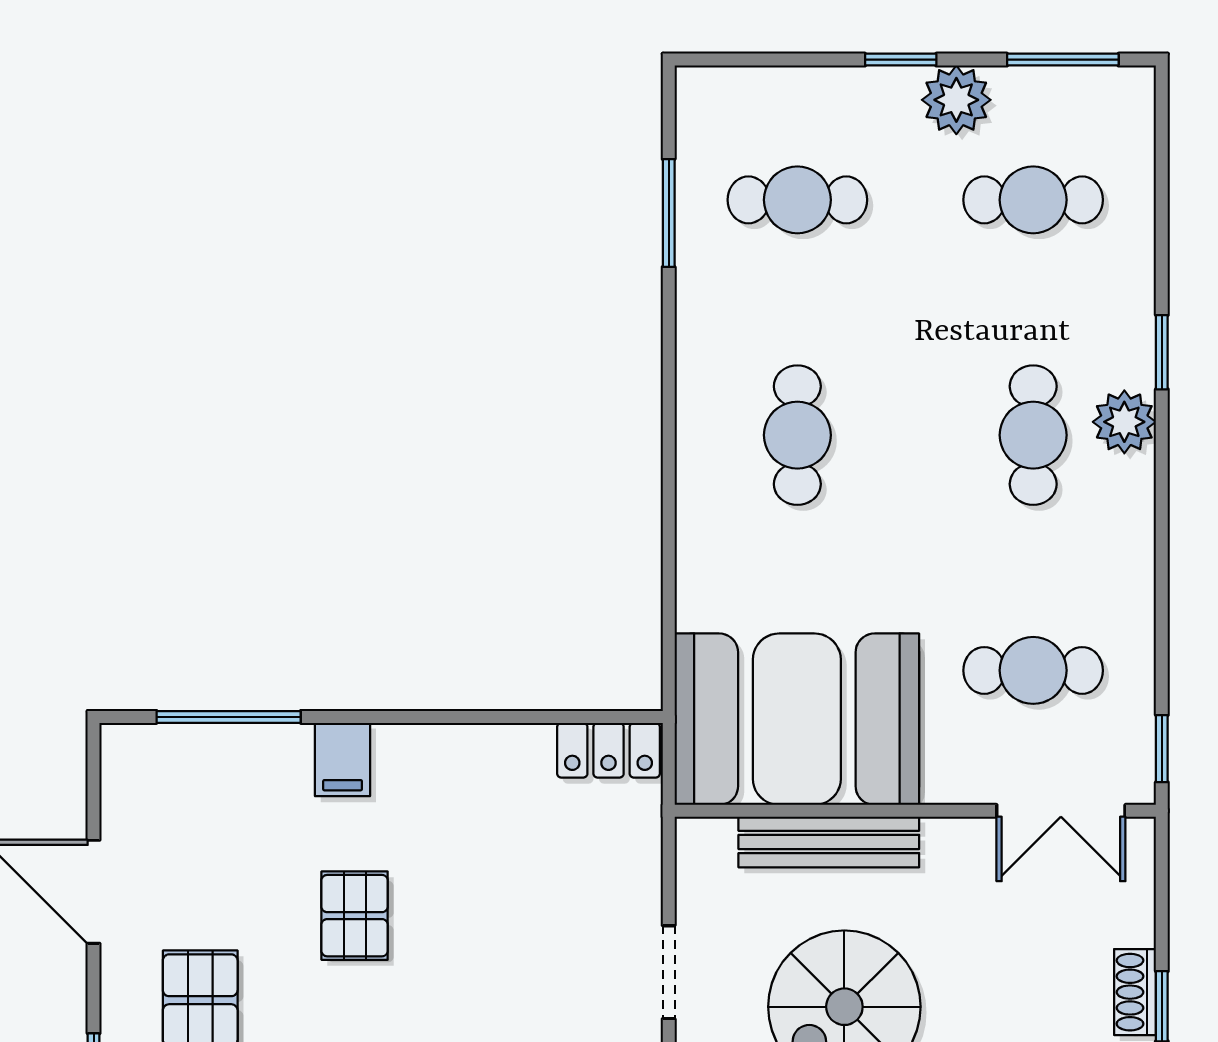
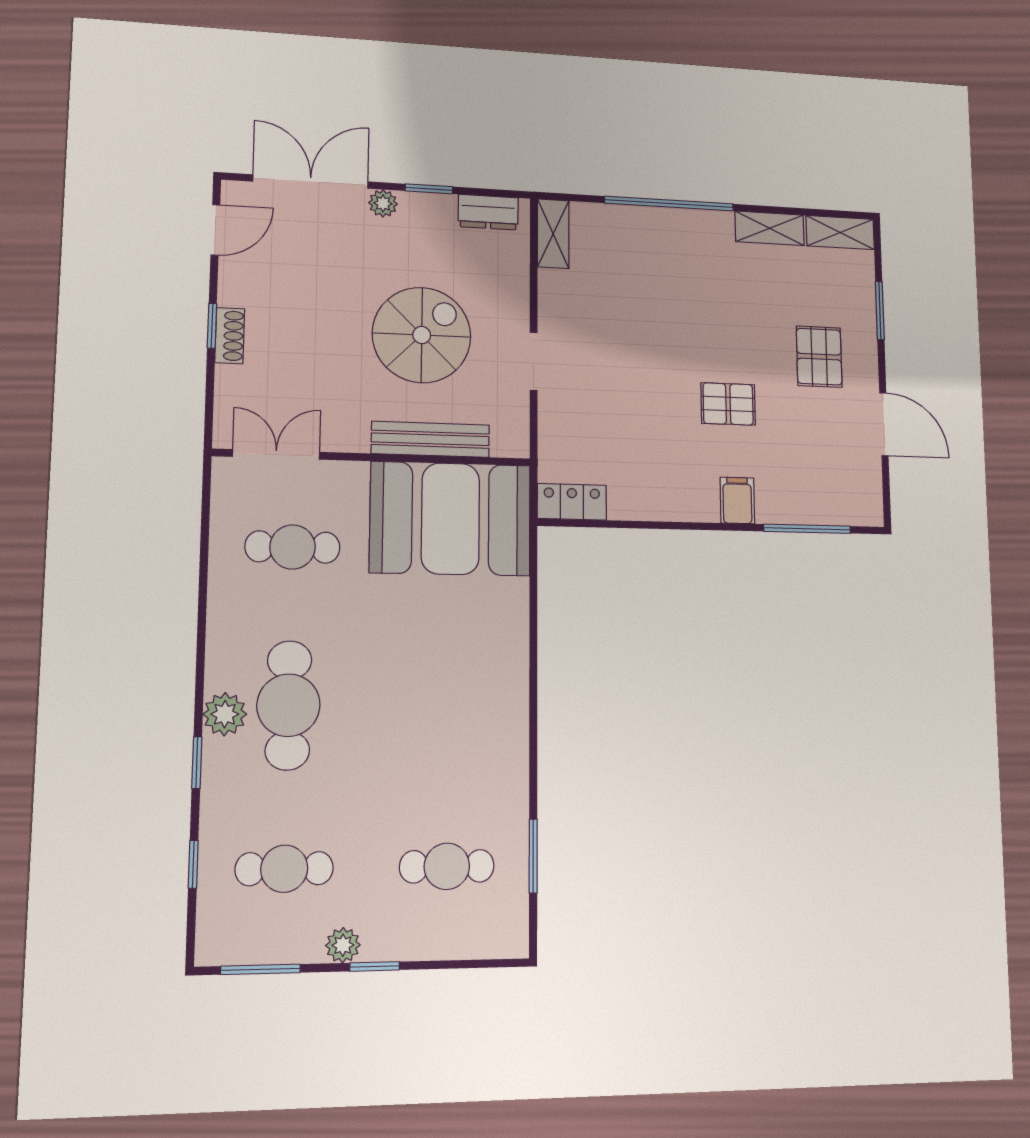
plant: (956, 100) -> (343, 945), width x0.73, depth x0.73
cafe table: (797, 435) -> (448, 706), removed
cafe table: (1033, 435) -> (288, 705), width x1.37, depth x1.35
window: (1162, 749) -> (193, 864), moved
pallet: (355, 916) -> (728, 404), turned 90

